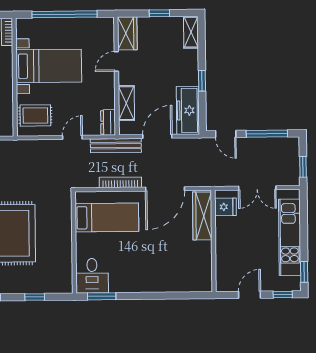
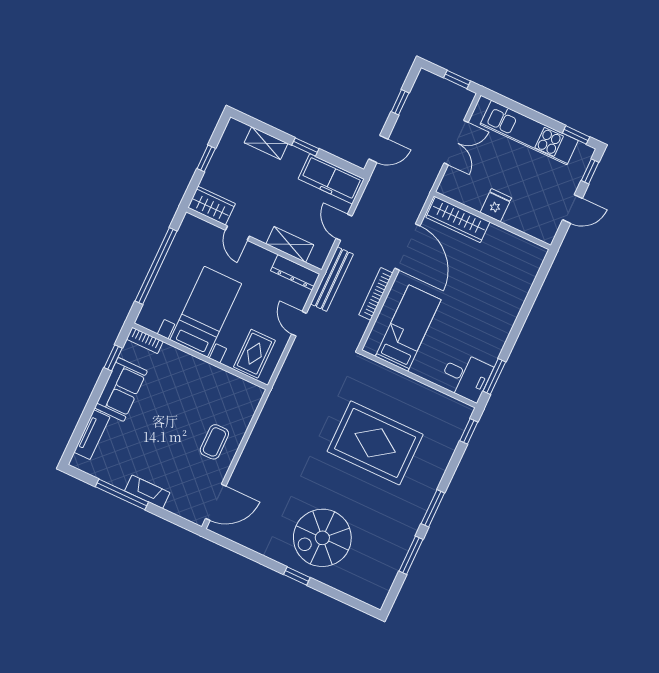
shelving: (191, 32) -> (266, 143), moved
dresser: (108, 122) -> (295, 272), width x1.44
window: (267, 134) -> (400, 102), width x0.46
door: (157, 136) -> (344, 227), width x0.73
fridge: (225, 207) -> (496, 205), moved
door: (249, 295) -> (572, 209), swing flipped
window: (35, 297) -> (469, 431), moved

